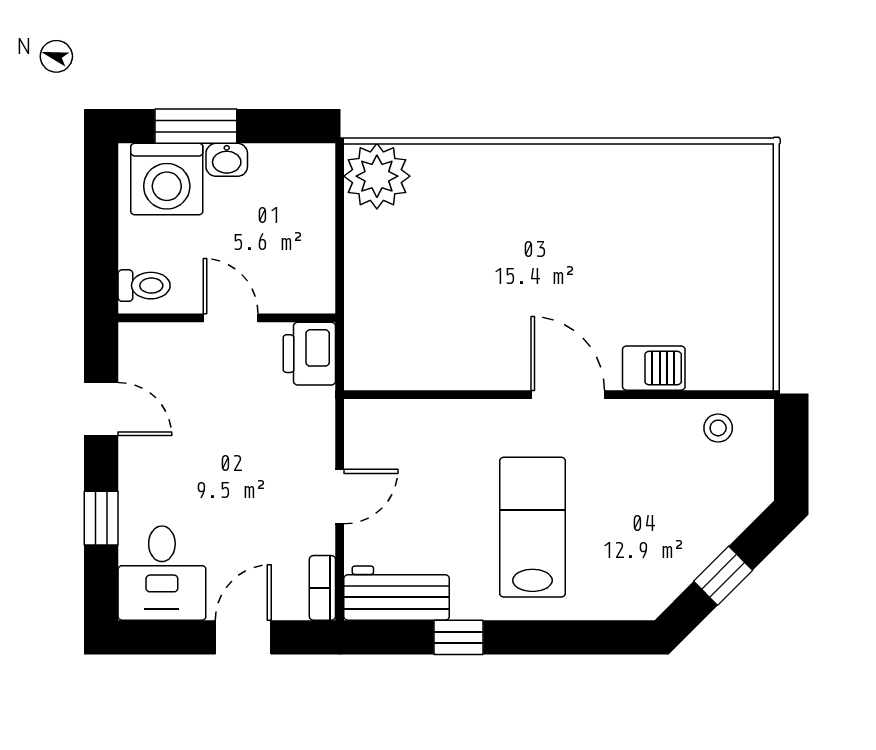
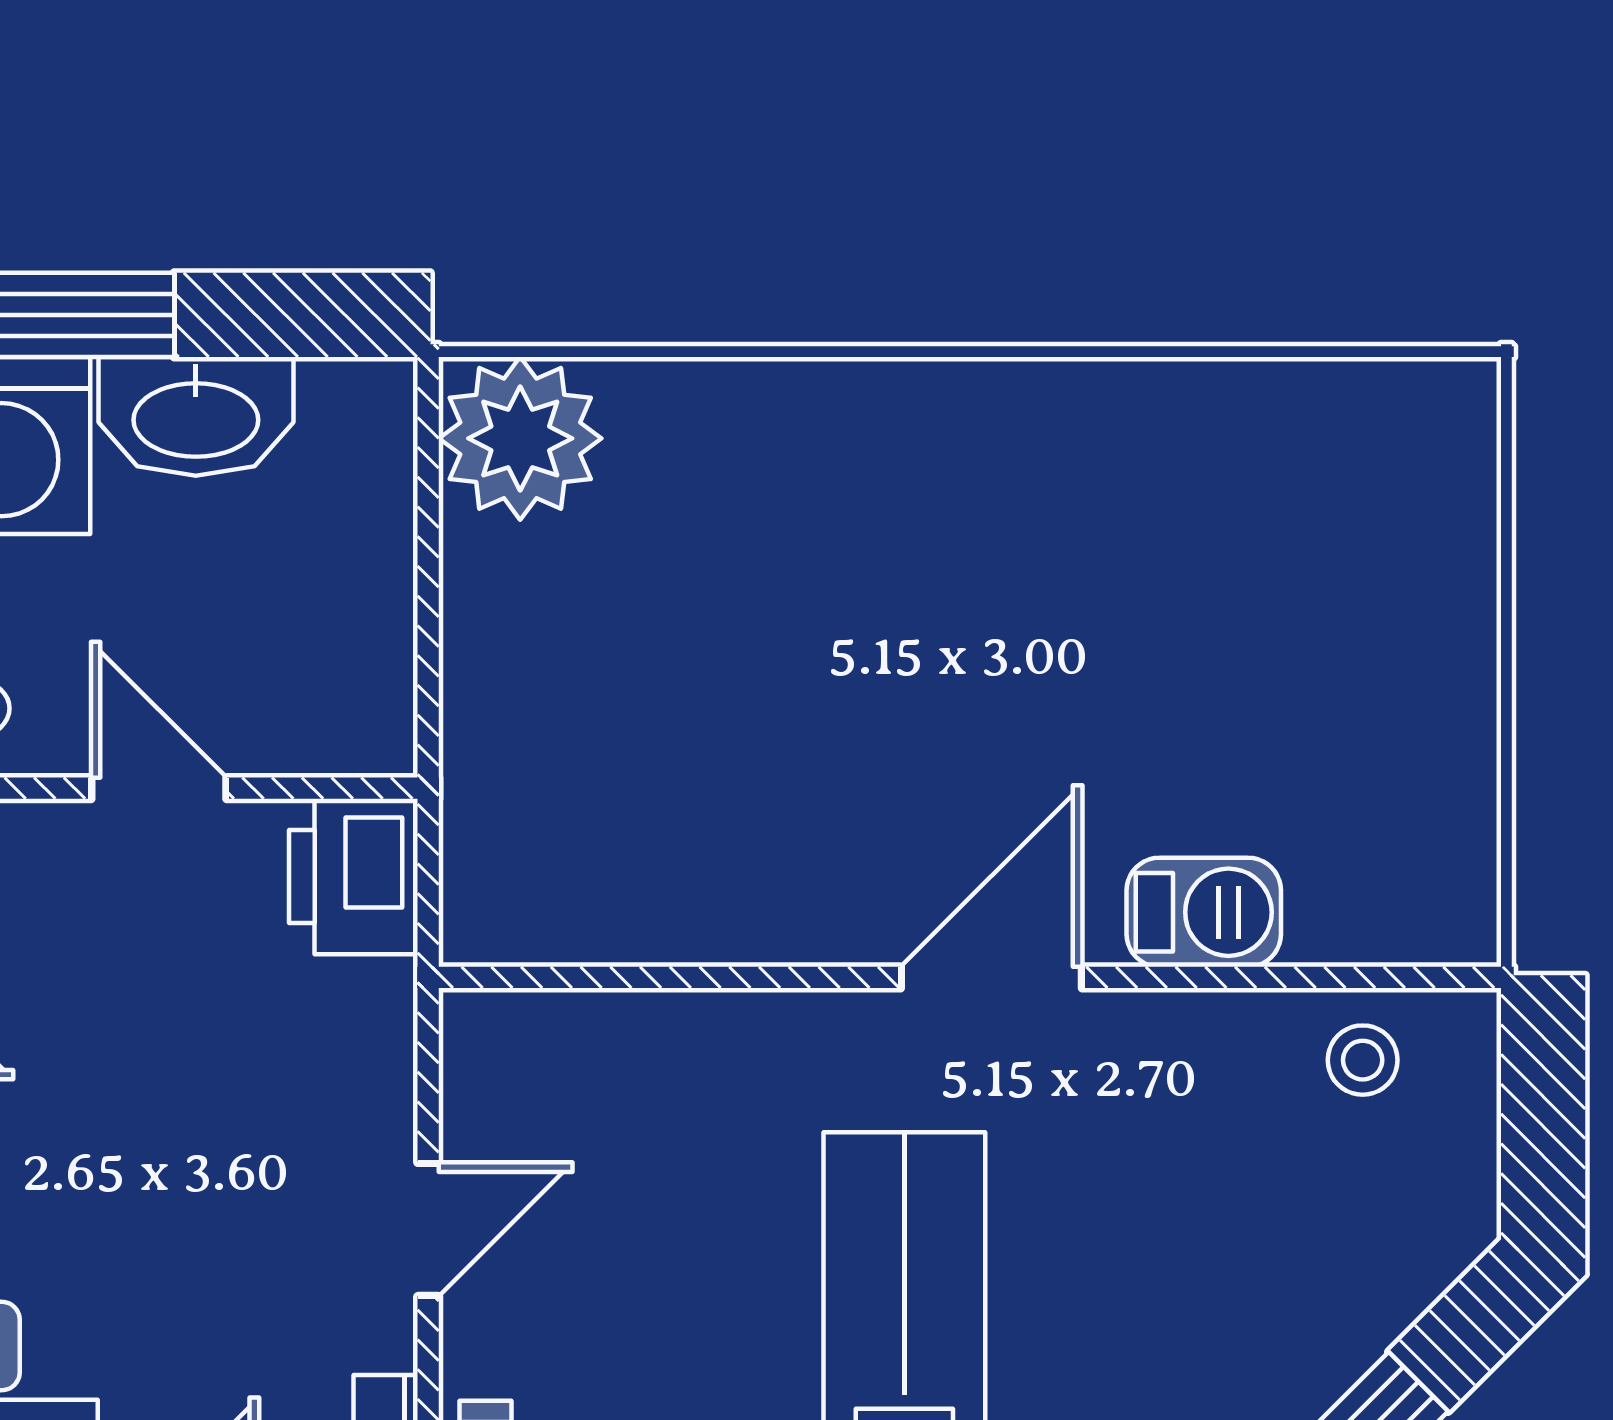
washbasin: (227, 160) -> (196, 416), width x1.91, depth x1.45
door: (568, 395) -> (991, 977), hinge flipped

